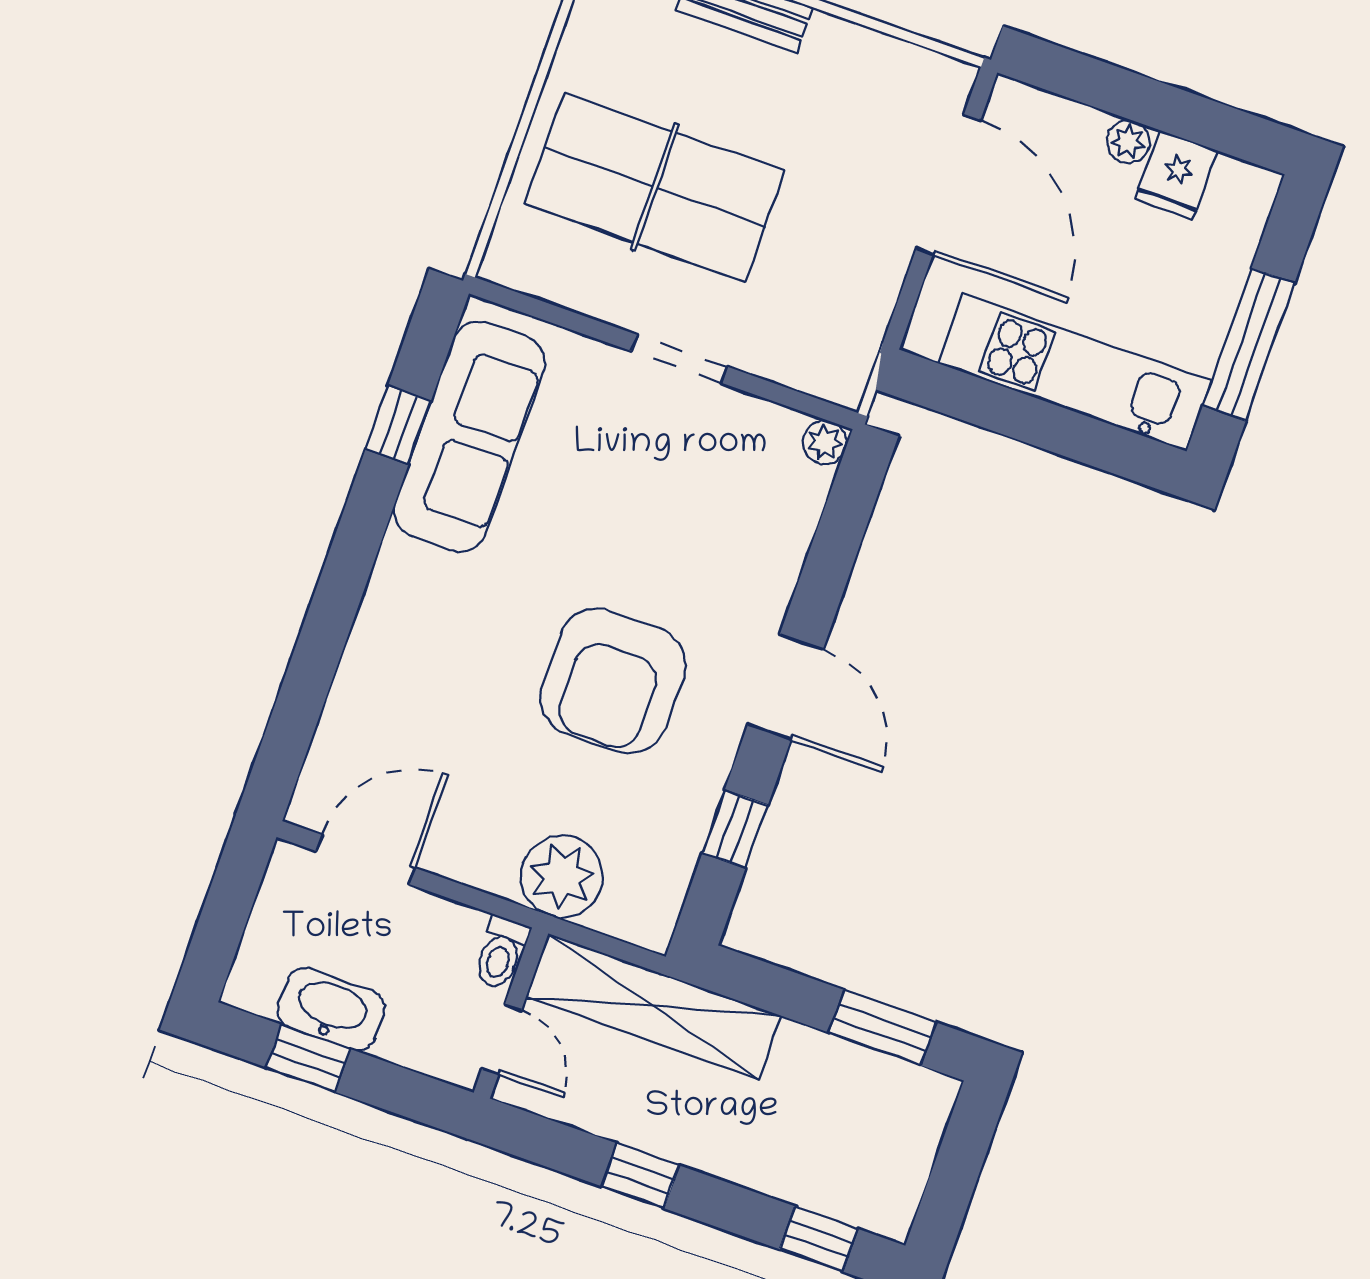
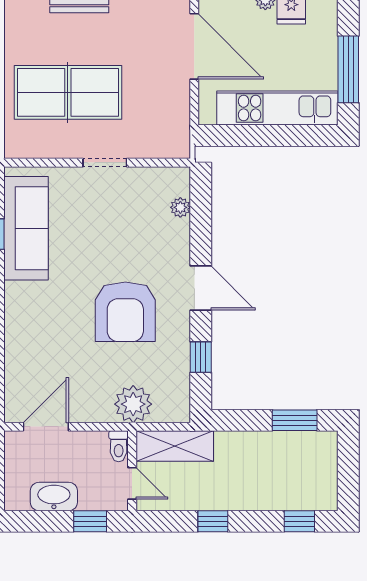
plant: (825, 442) -> (180, 207), moved
shelving: (654, 1006) -> (175, 446), width x0.68
window: (308, 1058) -> (90, 521), moved

